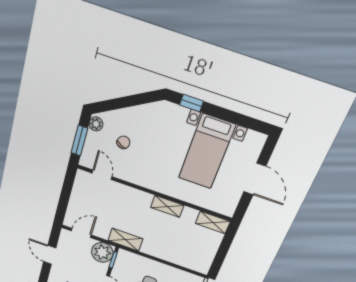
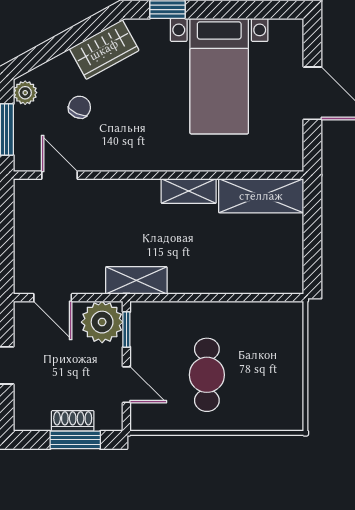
wardrobe: (147, 114) -> (104, 50), added
shelving: (213, 222) -> (261, 196), width x1.50, depth x1.33
door: (81, 233) -> (53, 298), swing flipped

